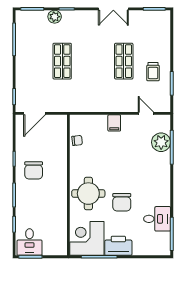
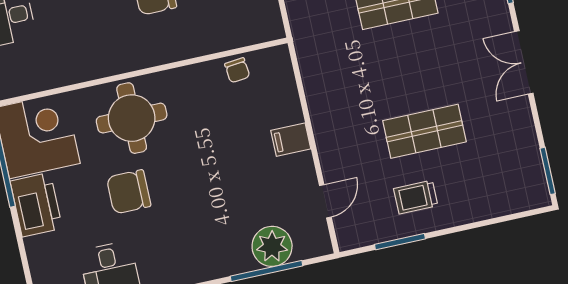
double door: (113, 9) -> (524, 62), moved

